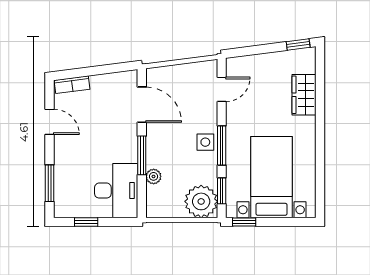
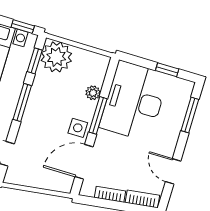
bookcase: (106, 80) -> (110, 194), added
door: (142, 105) -> (84, 162), hinge flipped
side table: (205, 142) -> (78, 128), moved
desk: (116, 191) -> (134, 101), width x1.36, depth x1.30

